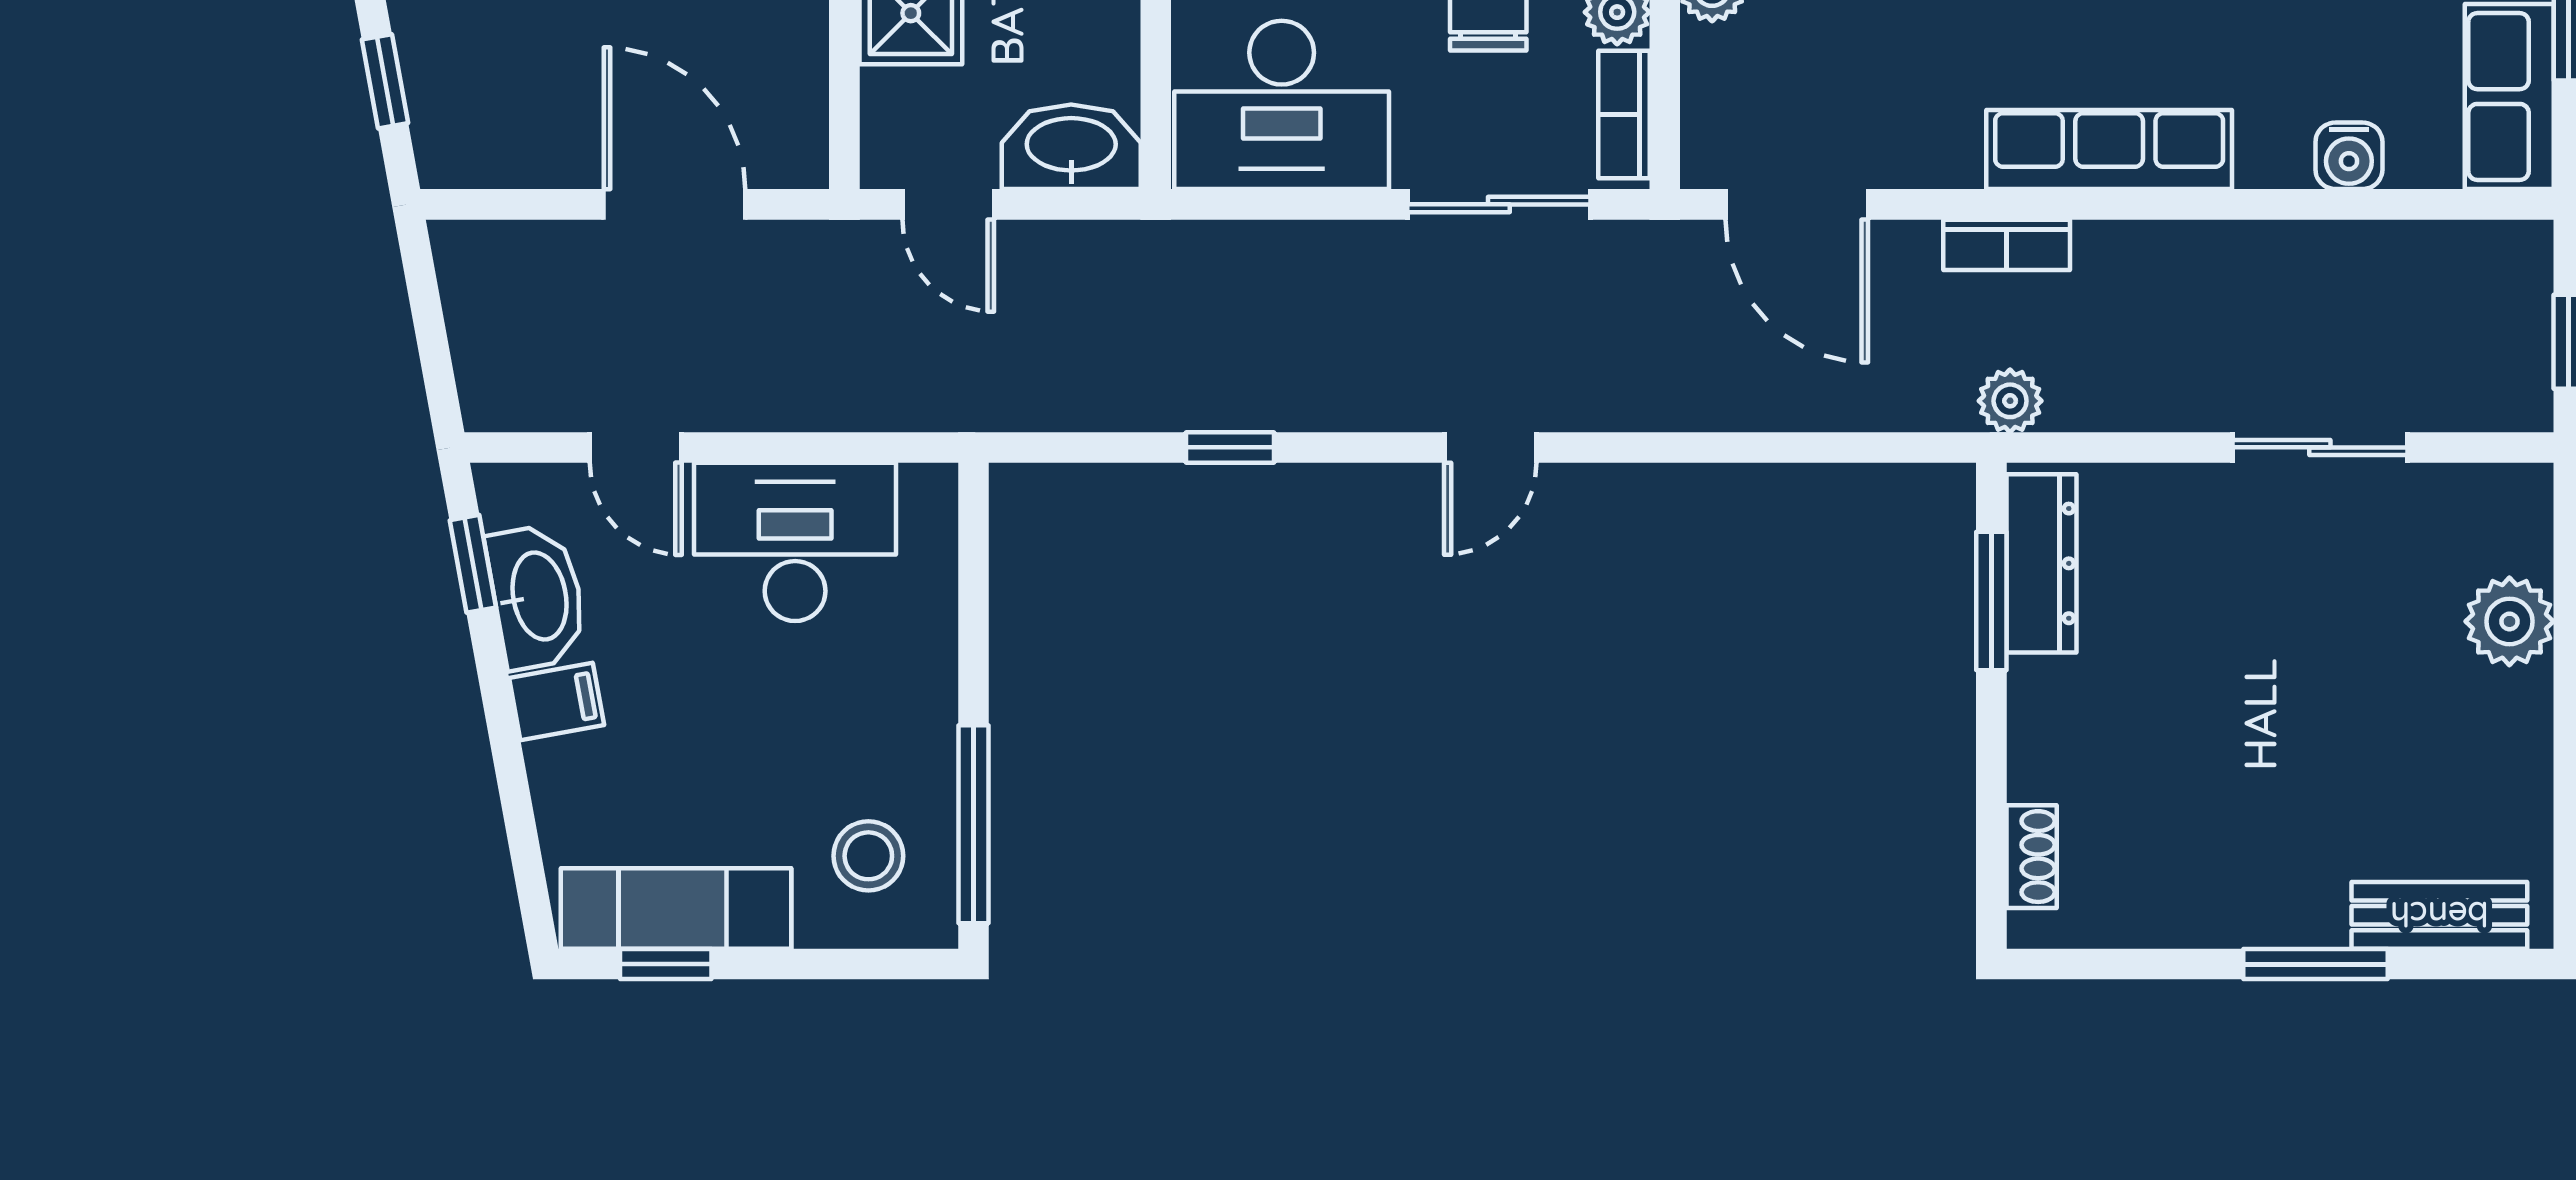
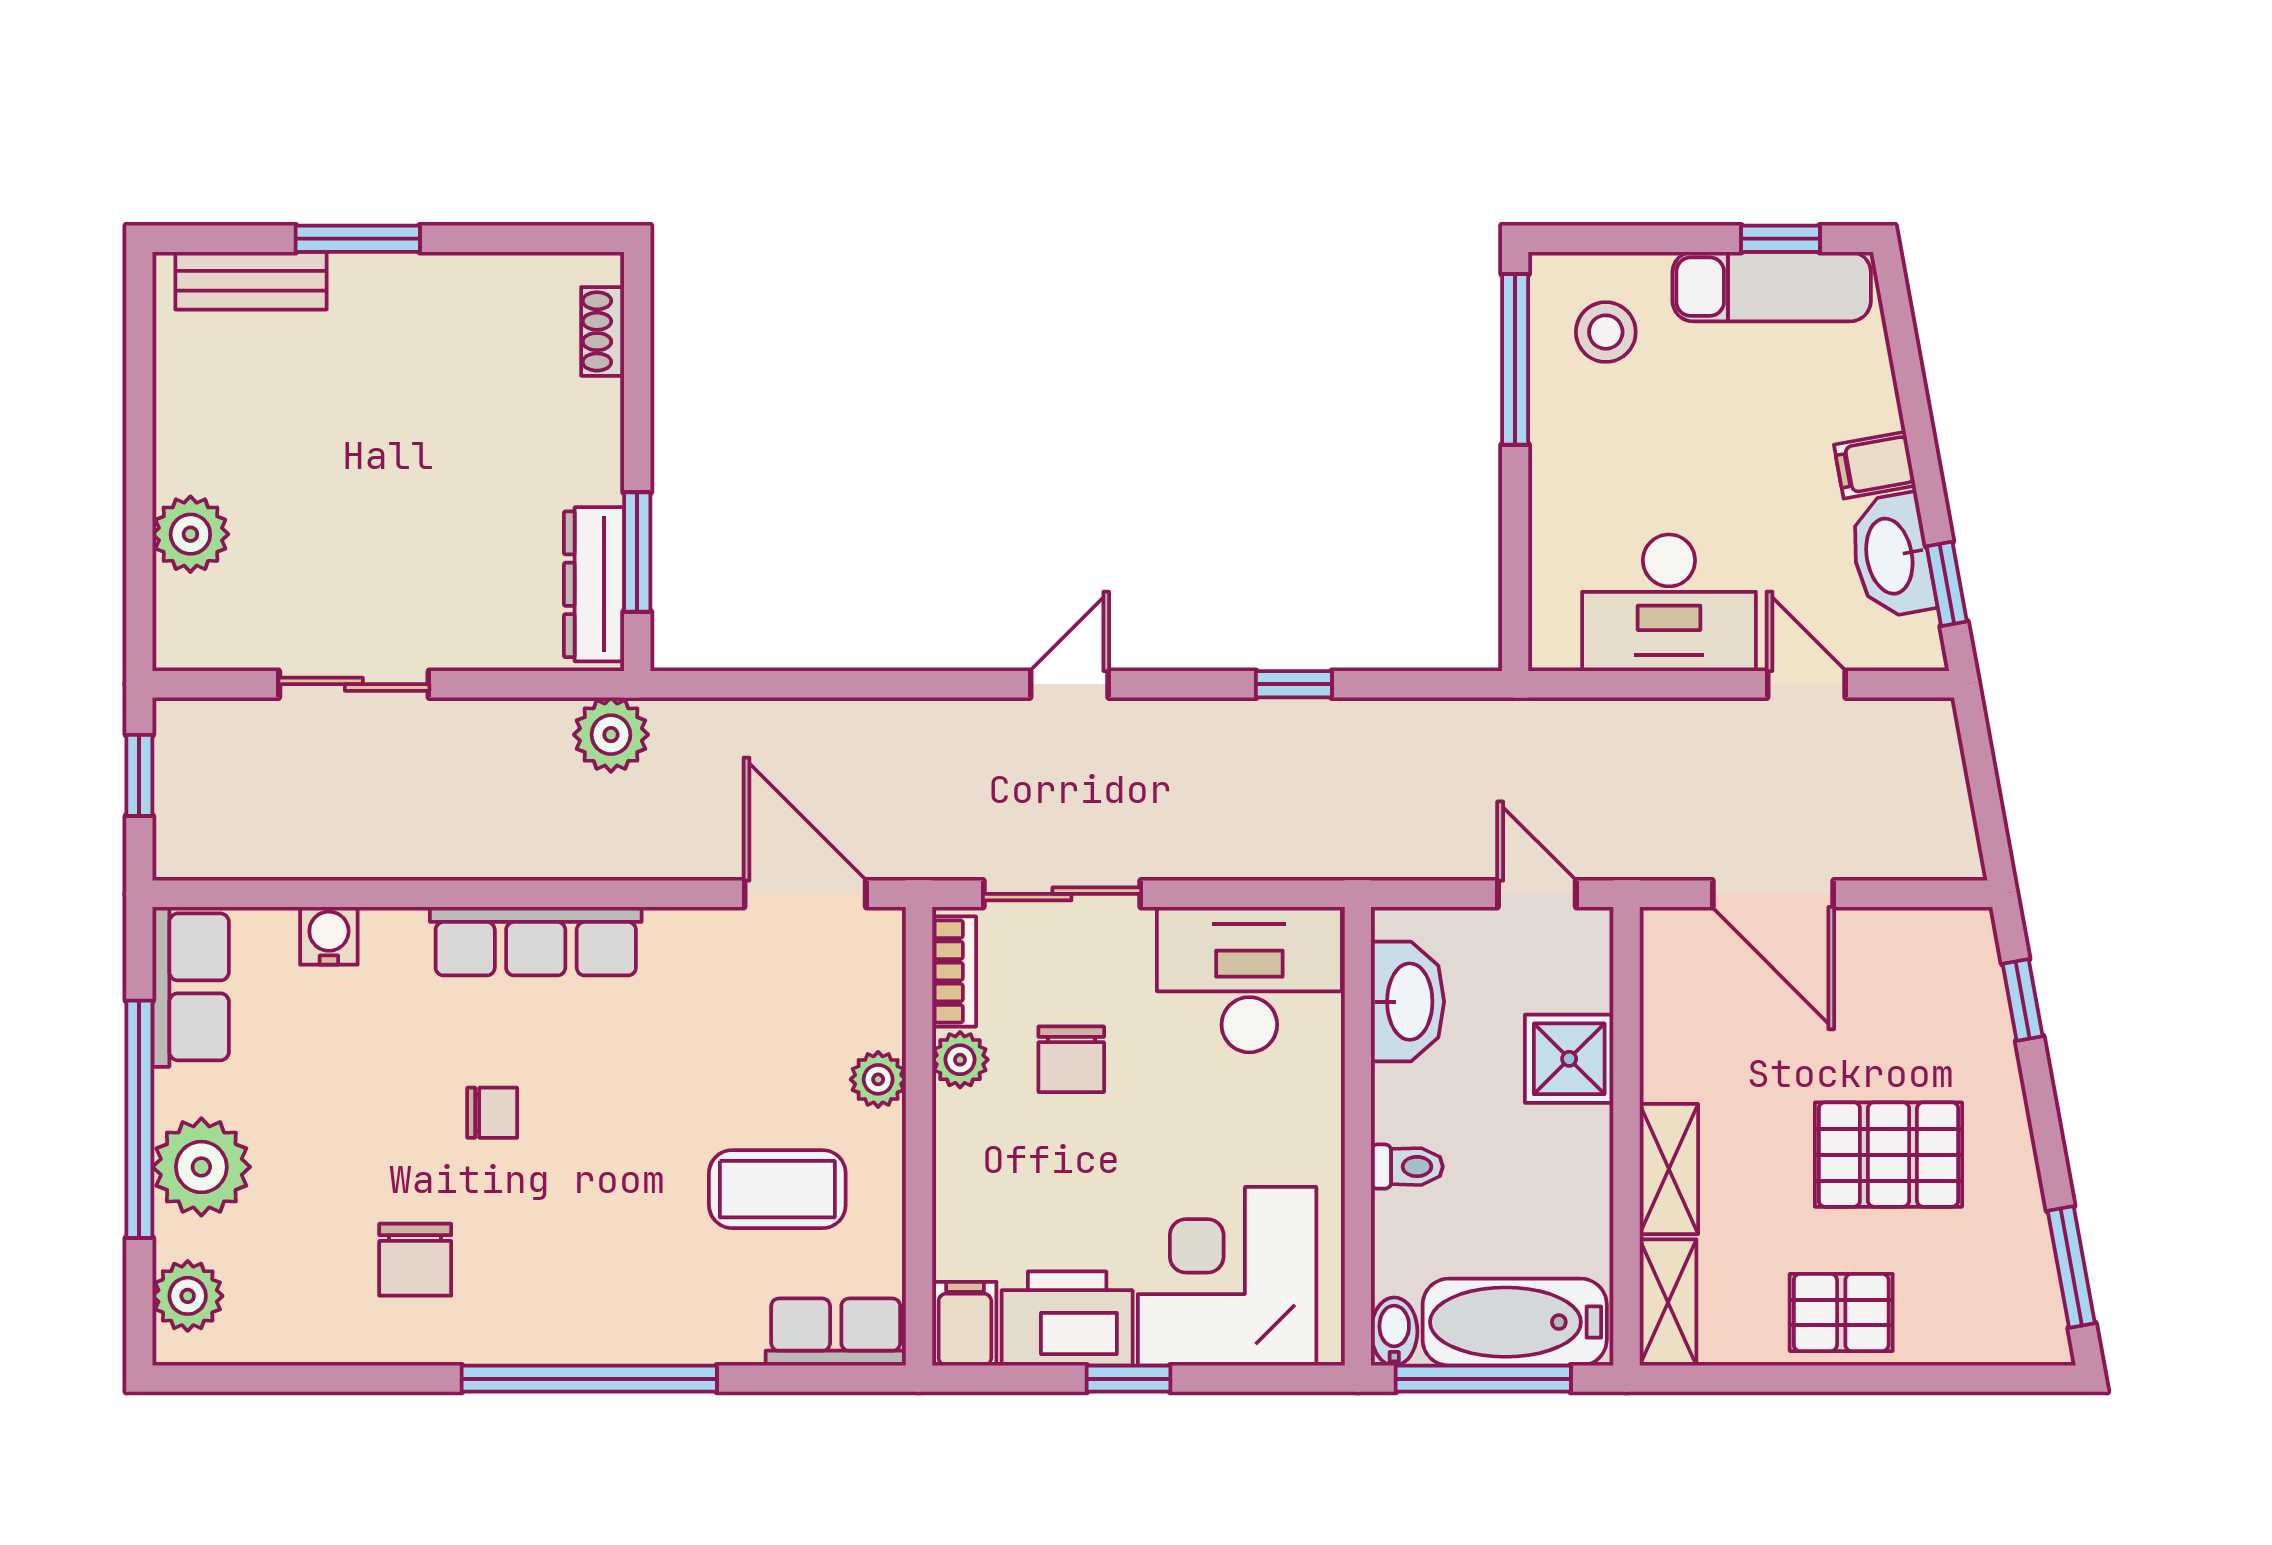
washbasin: (1071, 147) -> (1408, 1002), moved, turned -90
bookcase: (2007, 245) -> (624, 859), removed
plant: (2010, 401) -> (611, 735), width x1.38, depth x1.38

